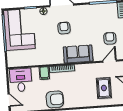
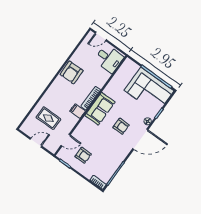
sofa: (78, 54) -> (100, 109), moved
door: (110, 61) -> (66, 140), hinge flipped
filing cabinet: (44, 73) -> (77, 111), moved

